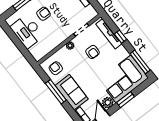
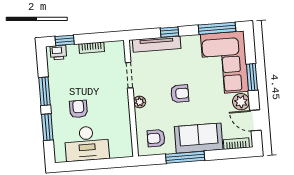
armchair: (92, 52) -> (180, 94), moved

